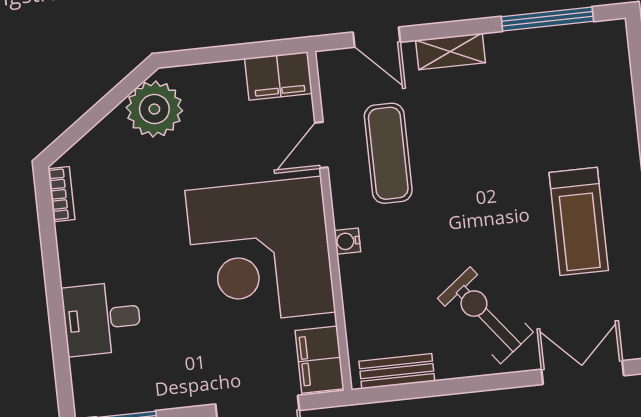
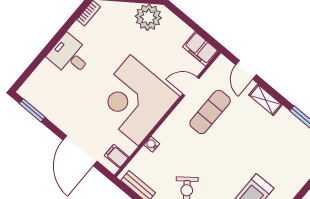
water cooler: (347, 241) -> (152, 144), moved
desk: (102, 319) -> (70, 56), moved
filing cabinet: (319, 360) -> (117, 156), width x0.50

